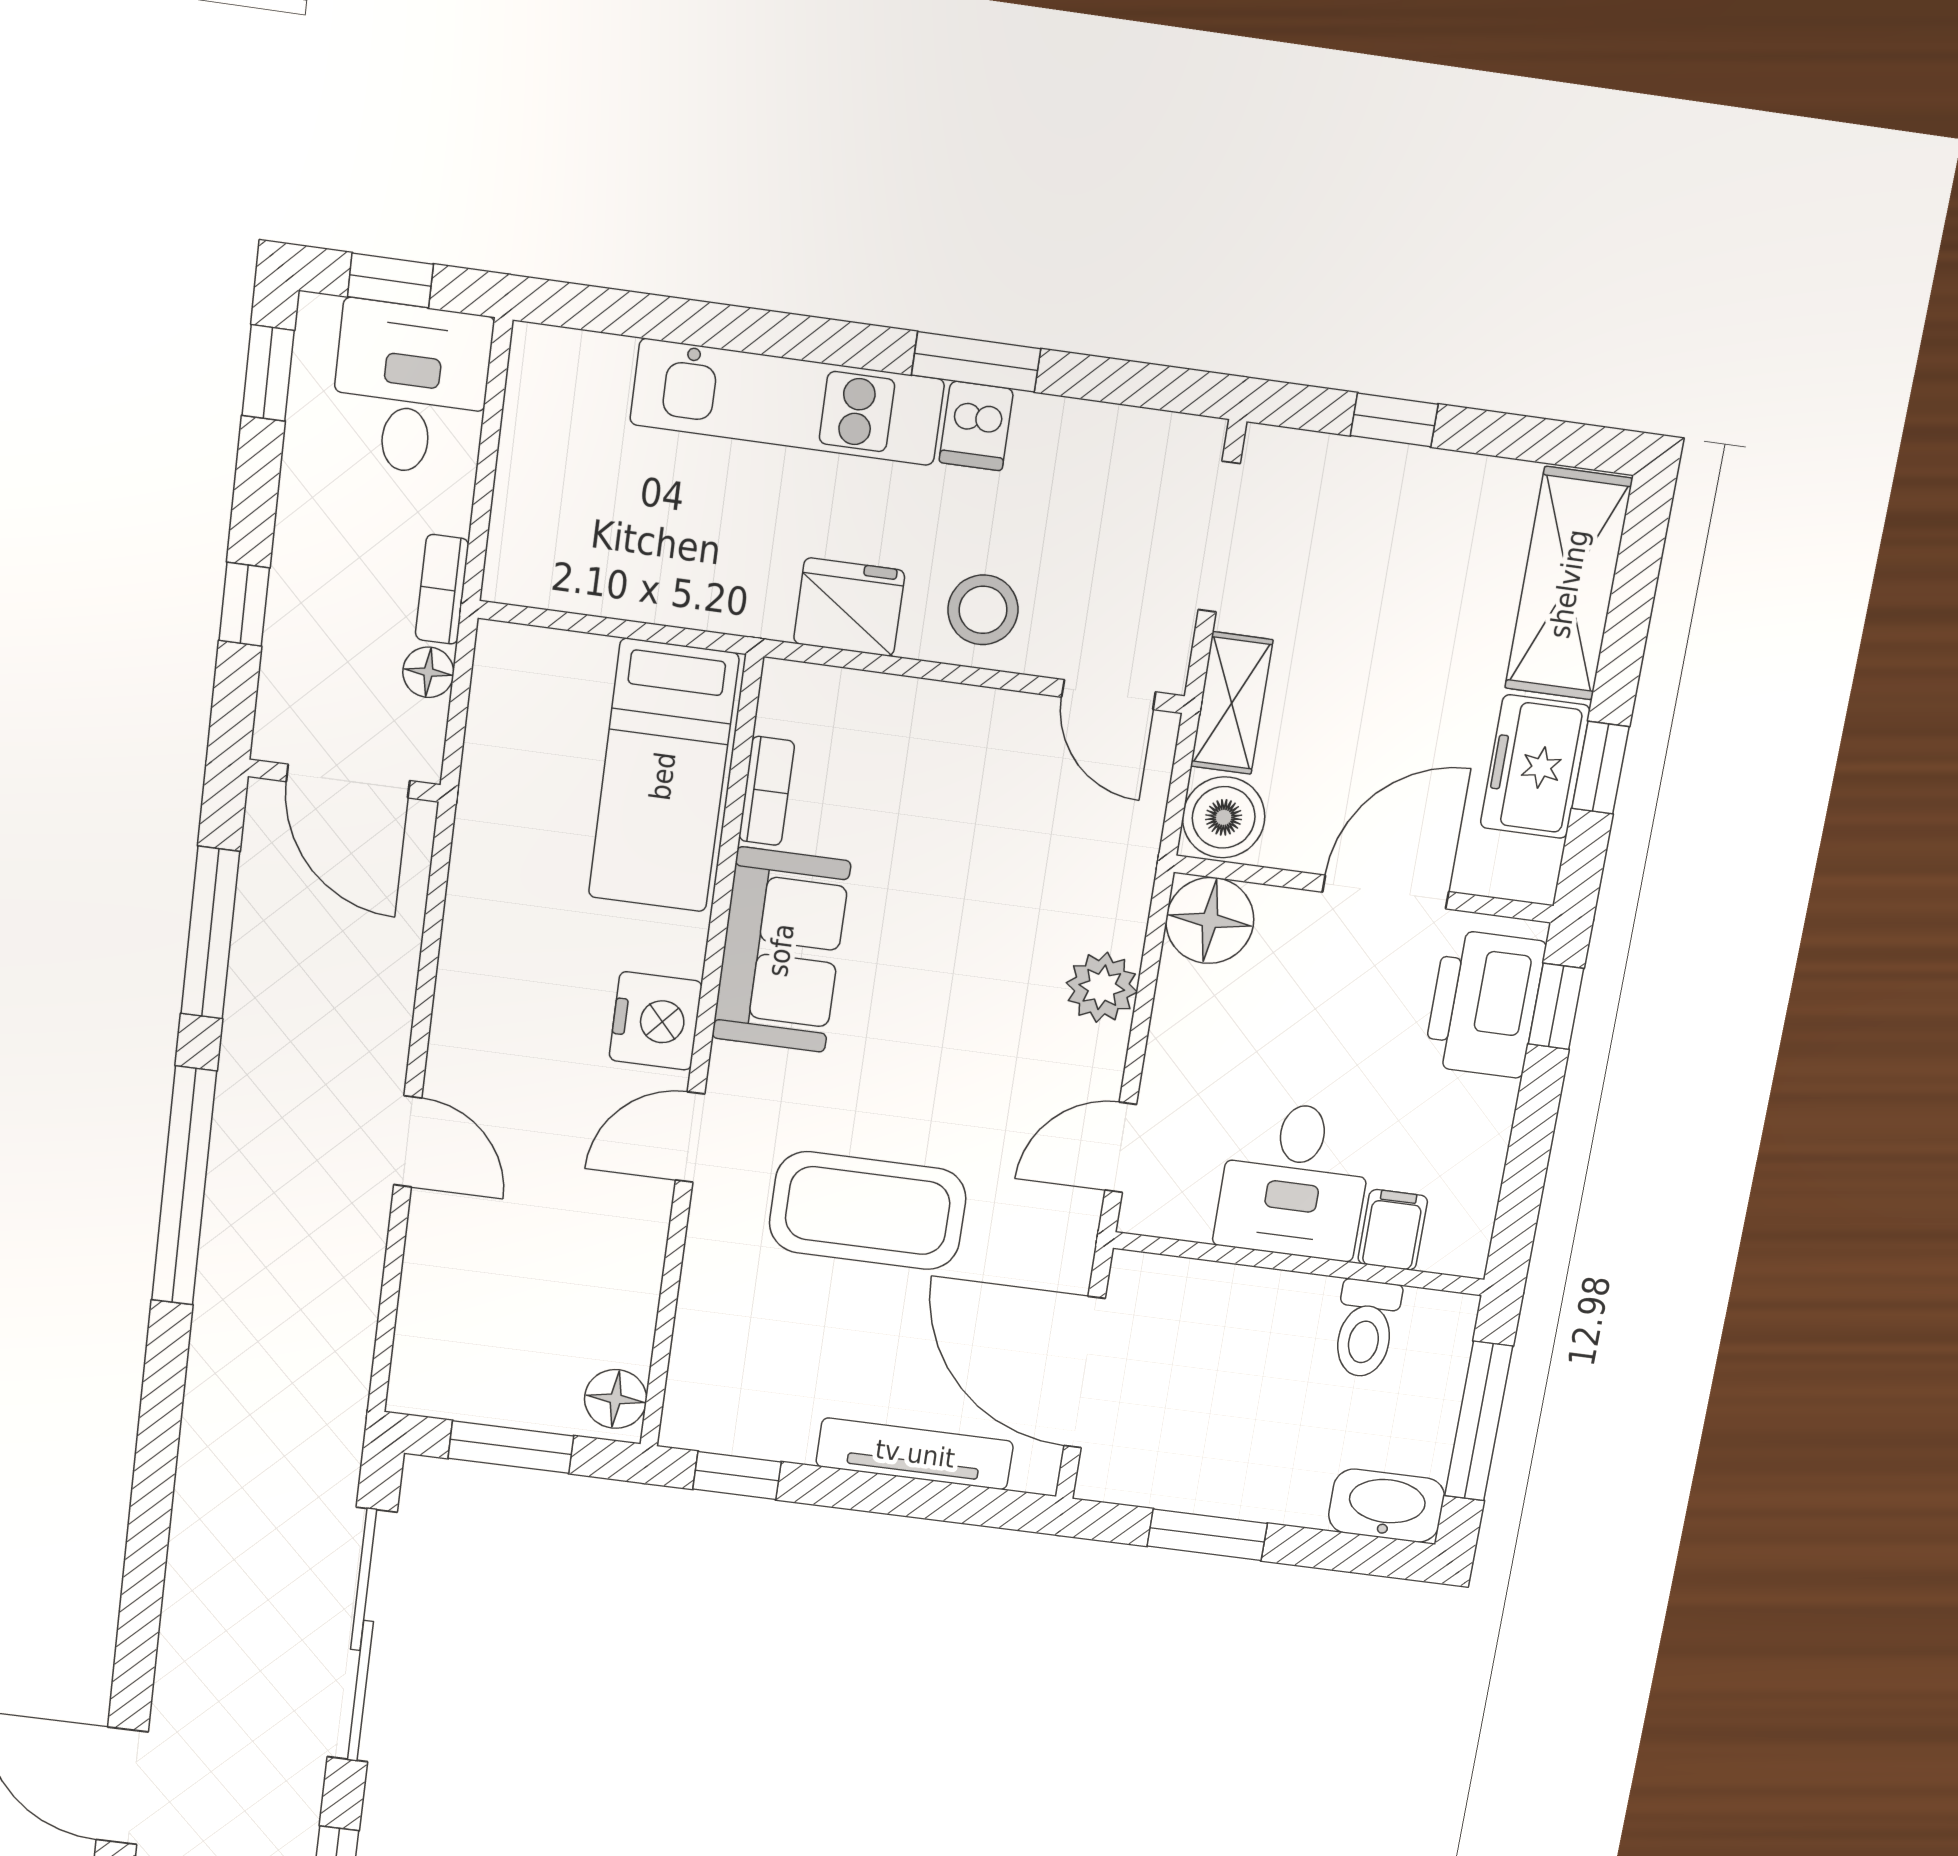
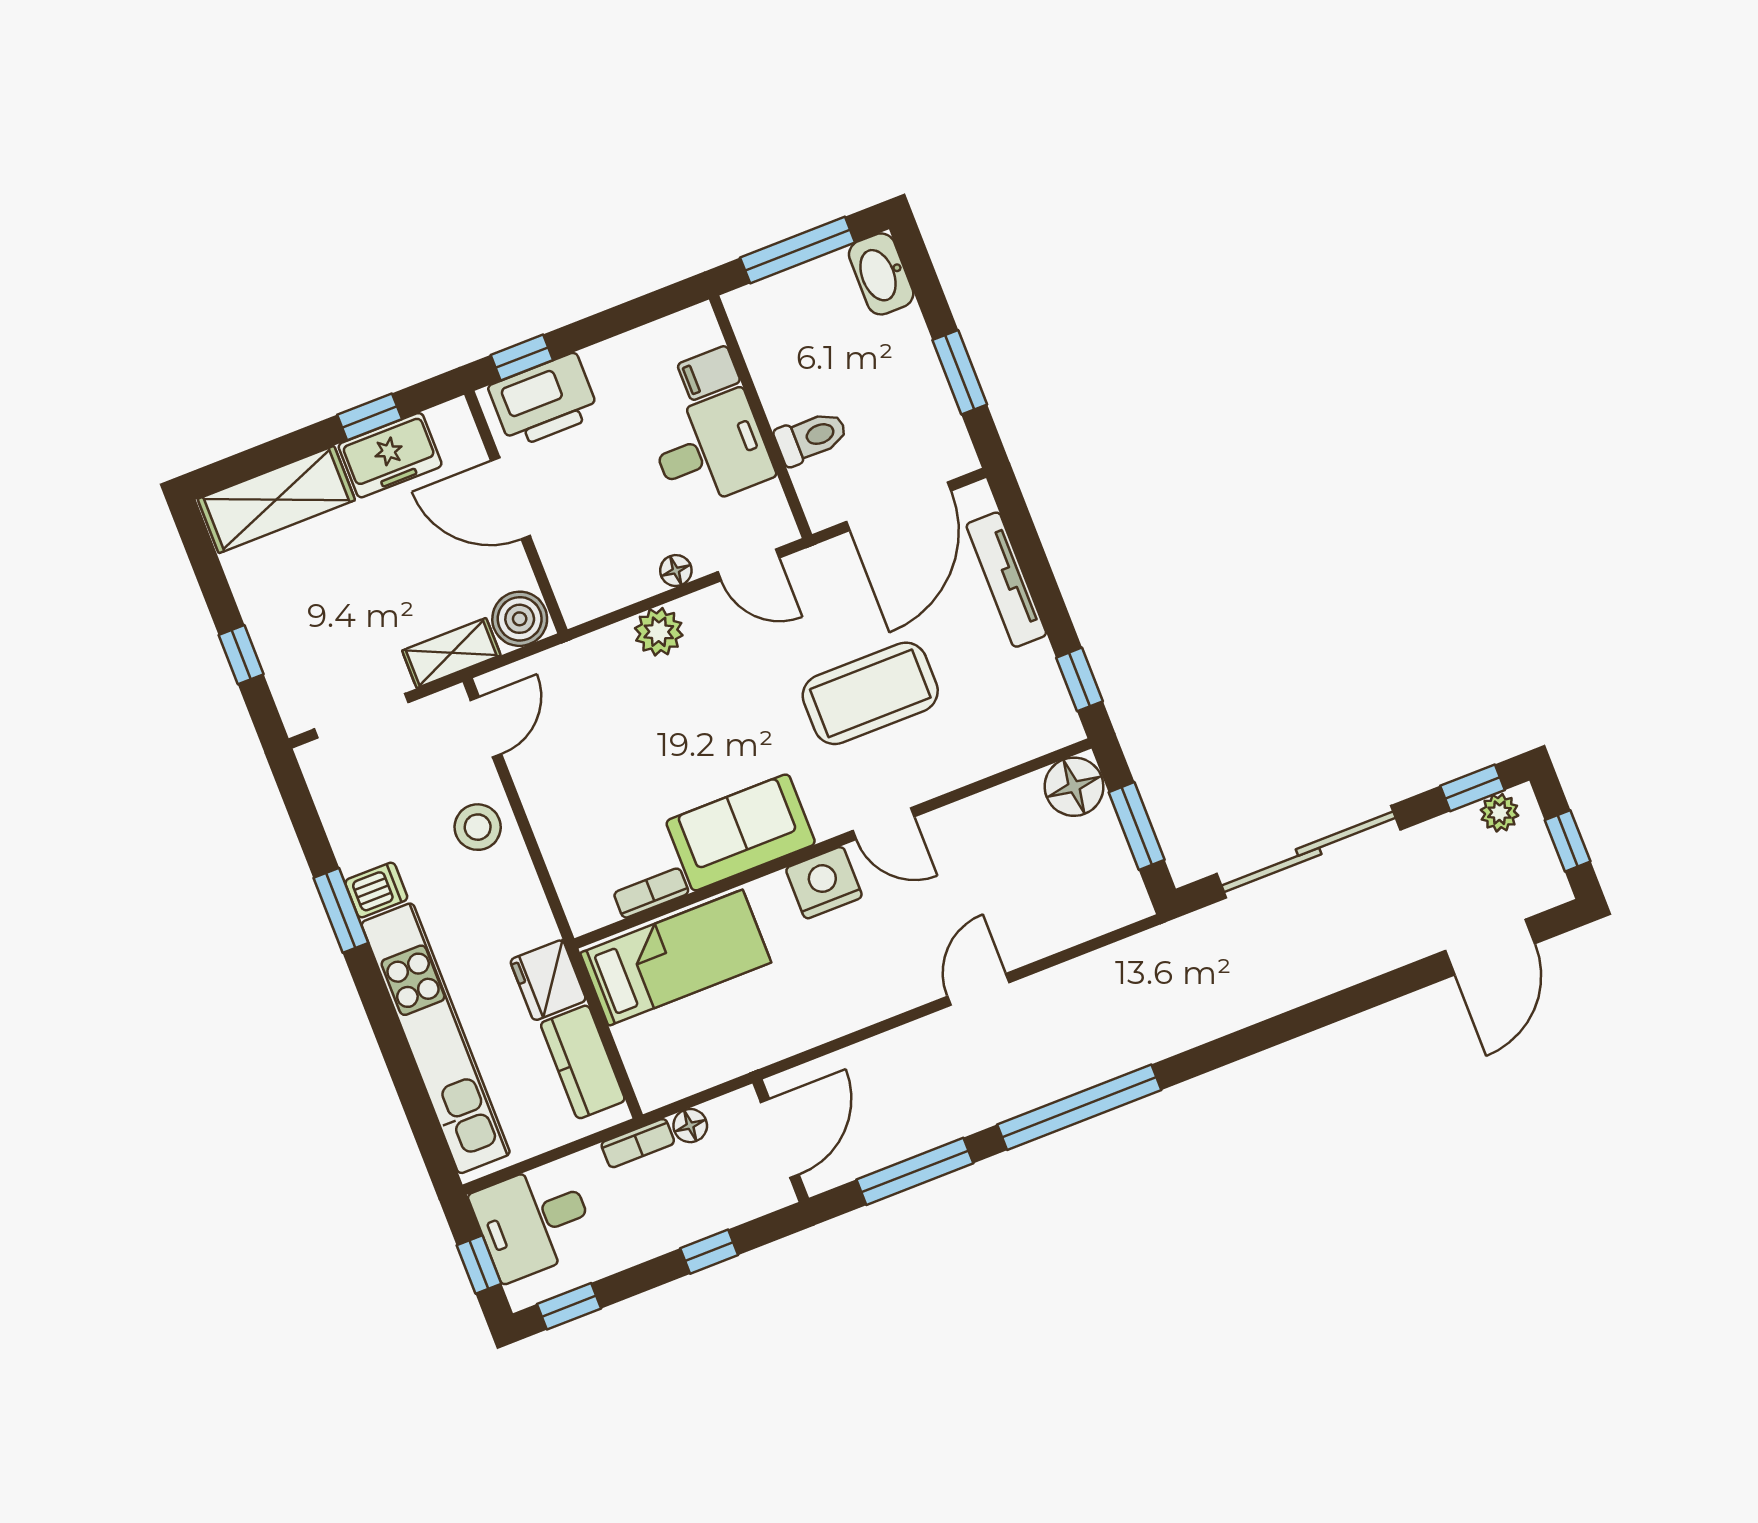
kitchen unit: (787, 402) -> (436, 1038), width x1.36
kitchen counter: (591, 576) -> (583, 1062), added
fridge: (849, 607) -> (548, 980), moved
floor lamp: (1210, 920) -> (676, 571), moved, width x0.53, depth x0.53
coffee table: (868, 1211) -> (870, 693), turned 90
toilet: (1366, 1329) -> (811, 437), moved
floor lamp: (616, 1399) -> (1074, 787), width x1.38, depth x1.38

